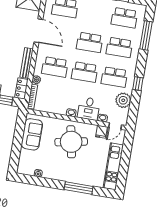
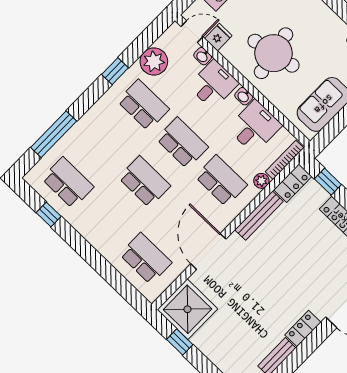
school desk: (119, 47) -> (106, 144), removed
desk: (57, 102) -> (255, 127), added

